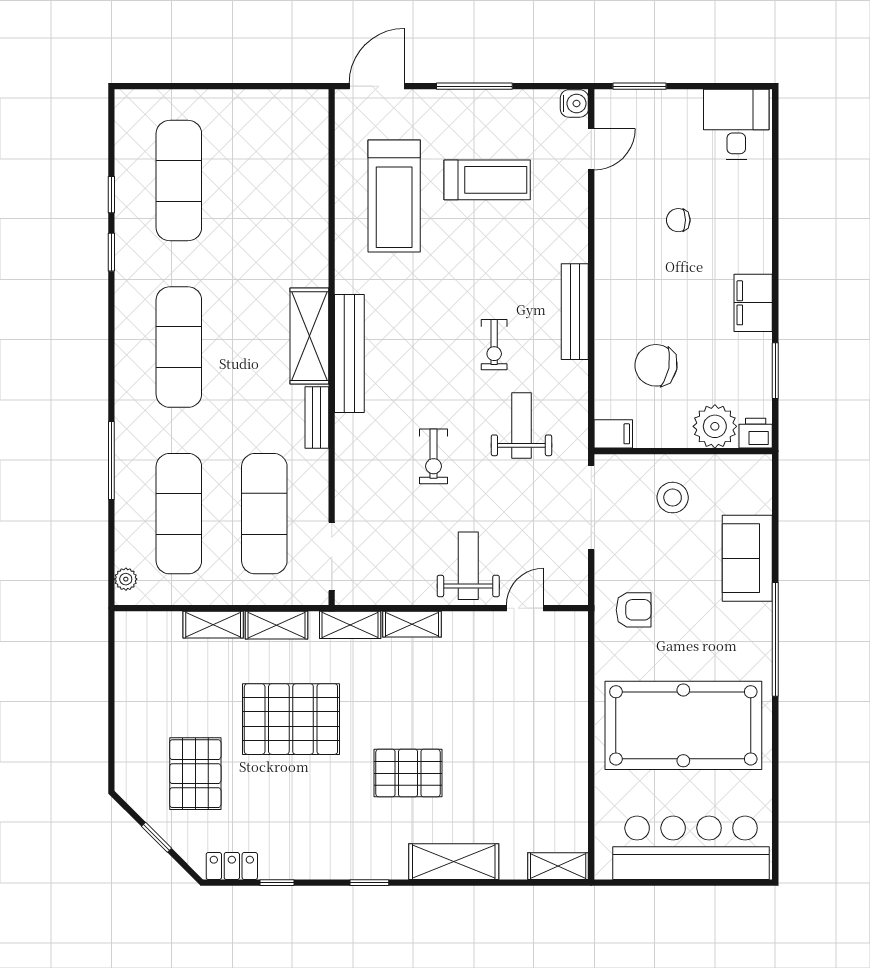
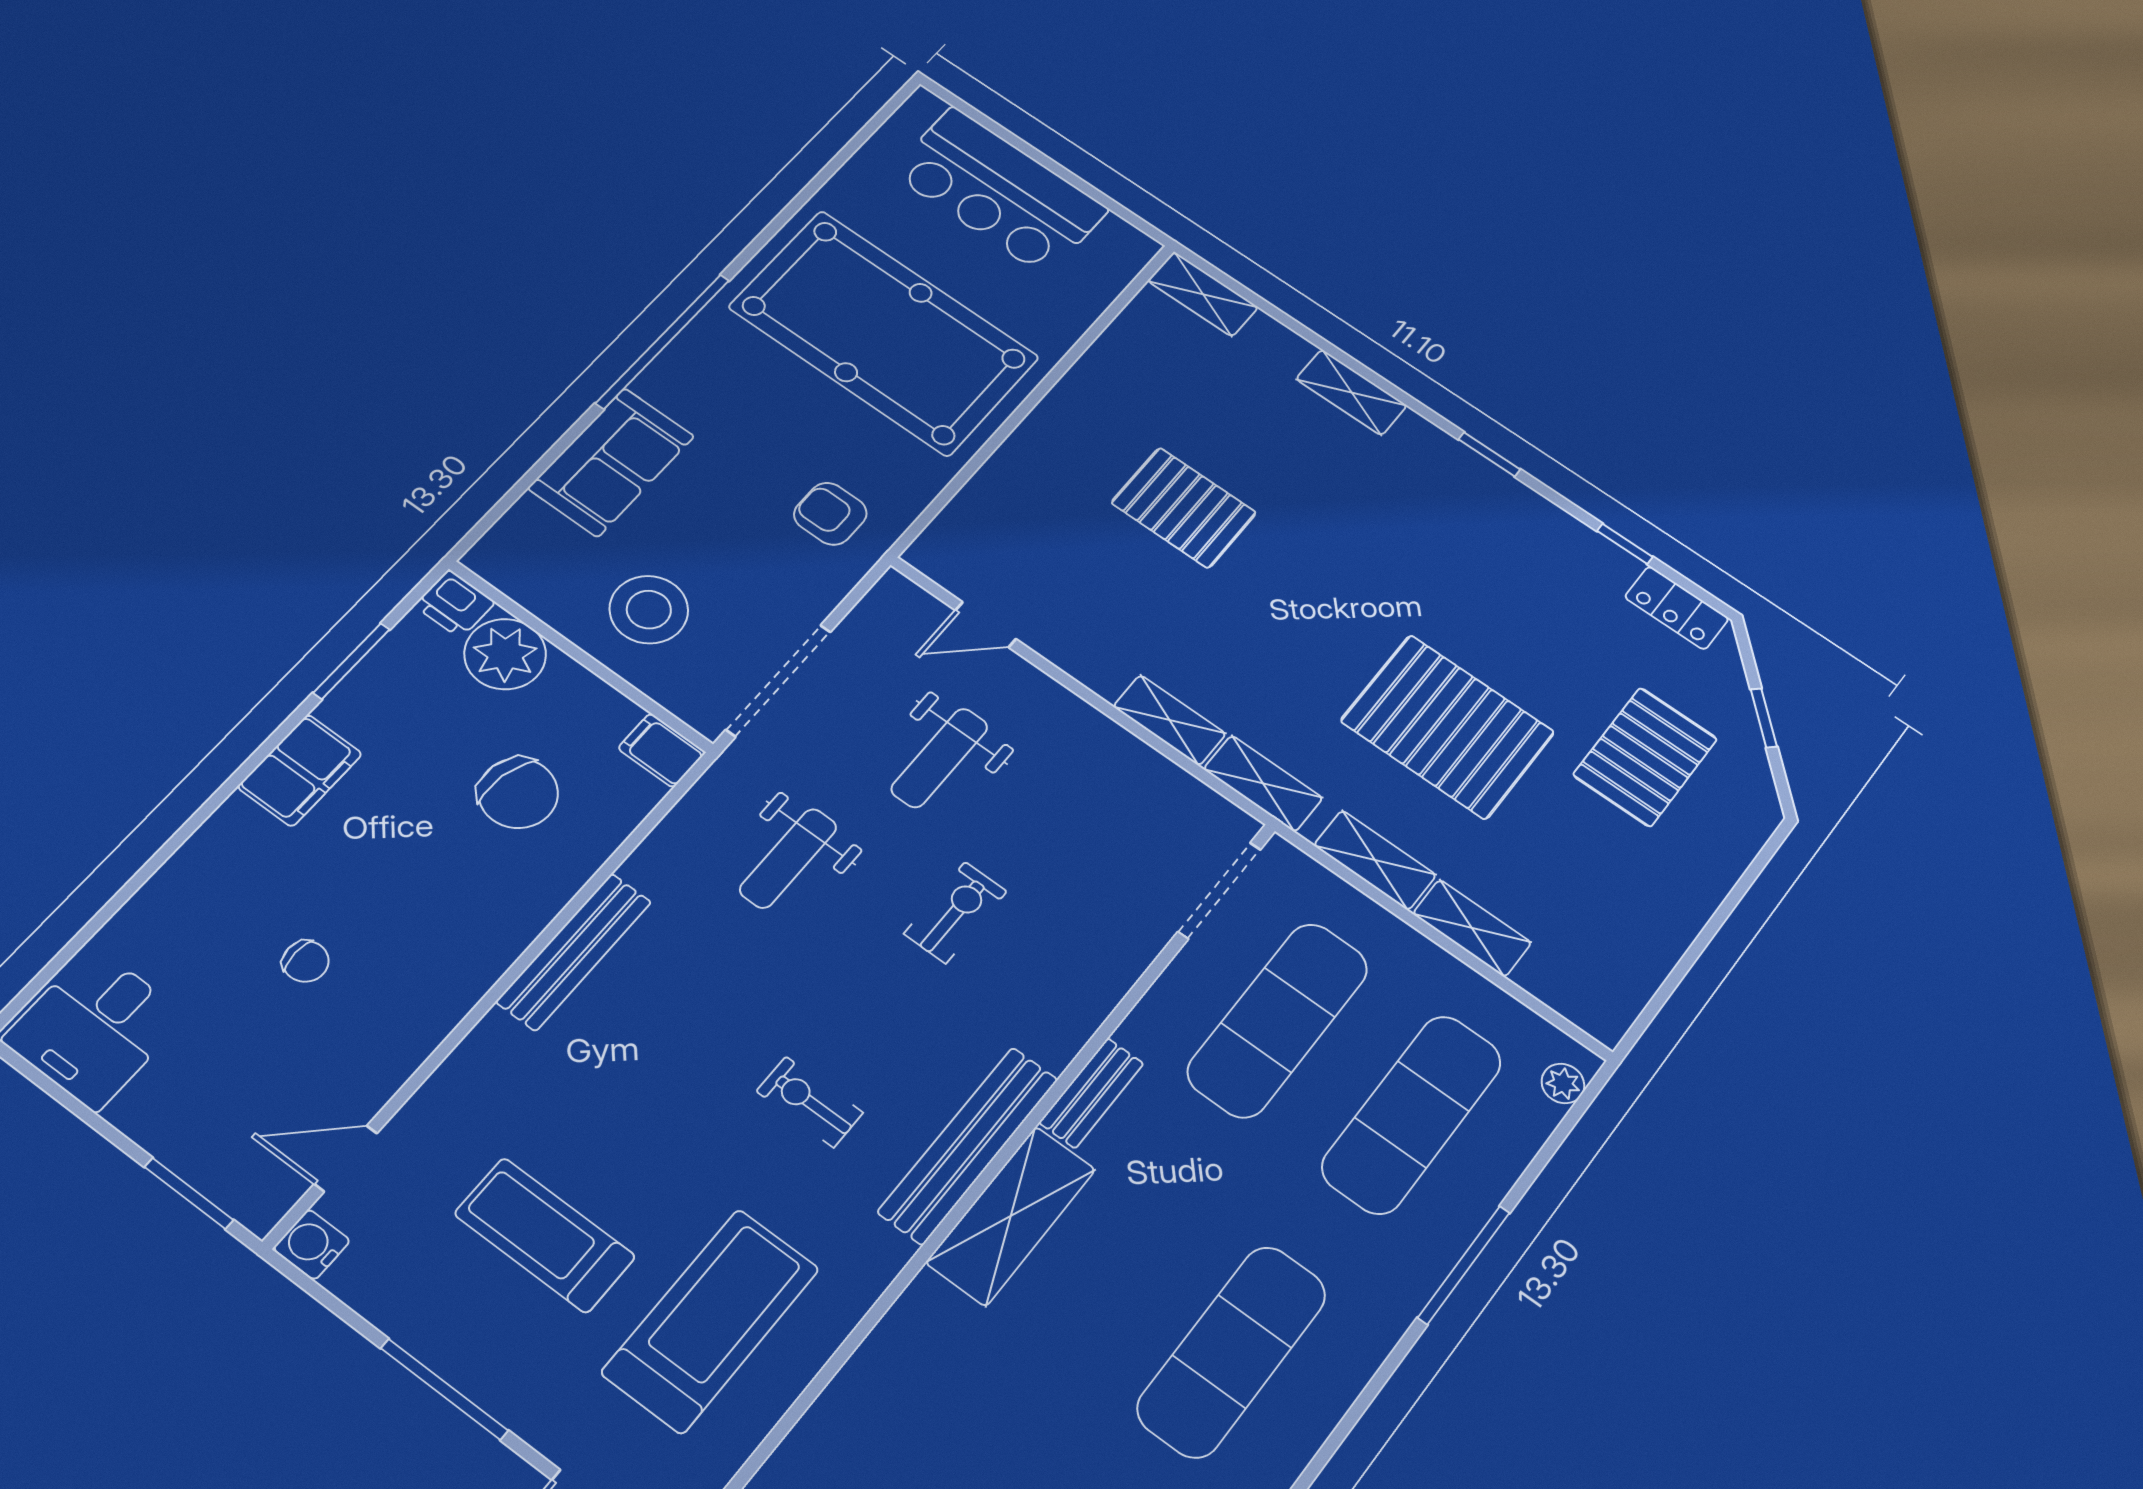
exercise bike: (494, 345) -> (810, 1102), moved, turned -90
stool: (673, 498) -> (649, 610), width x1.38, depth x1.38
weight bench: (468, 566) -> (939, 758), moved
pallet: (408, 773) -> (1184, 508), moved
bar counter: (691, 848) -> (999, 191), width x0.73
shelving: (454, 862) -> (1351, 392), width x0.67, depth x0.75

